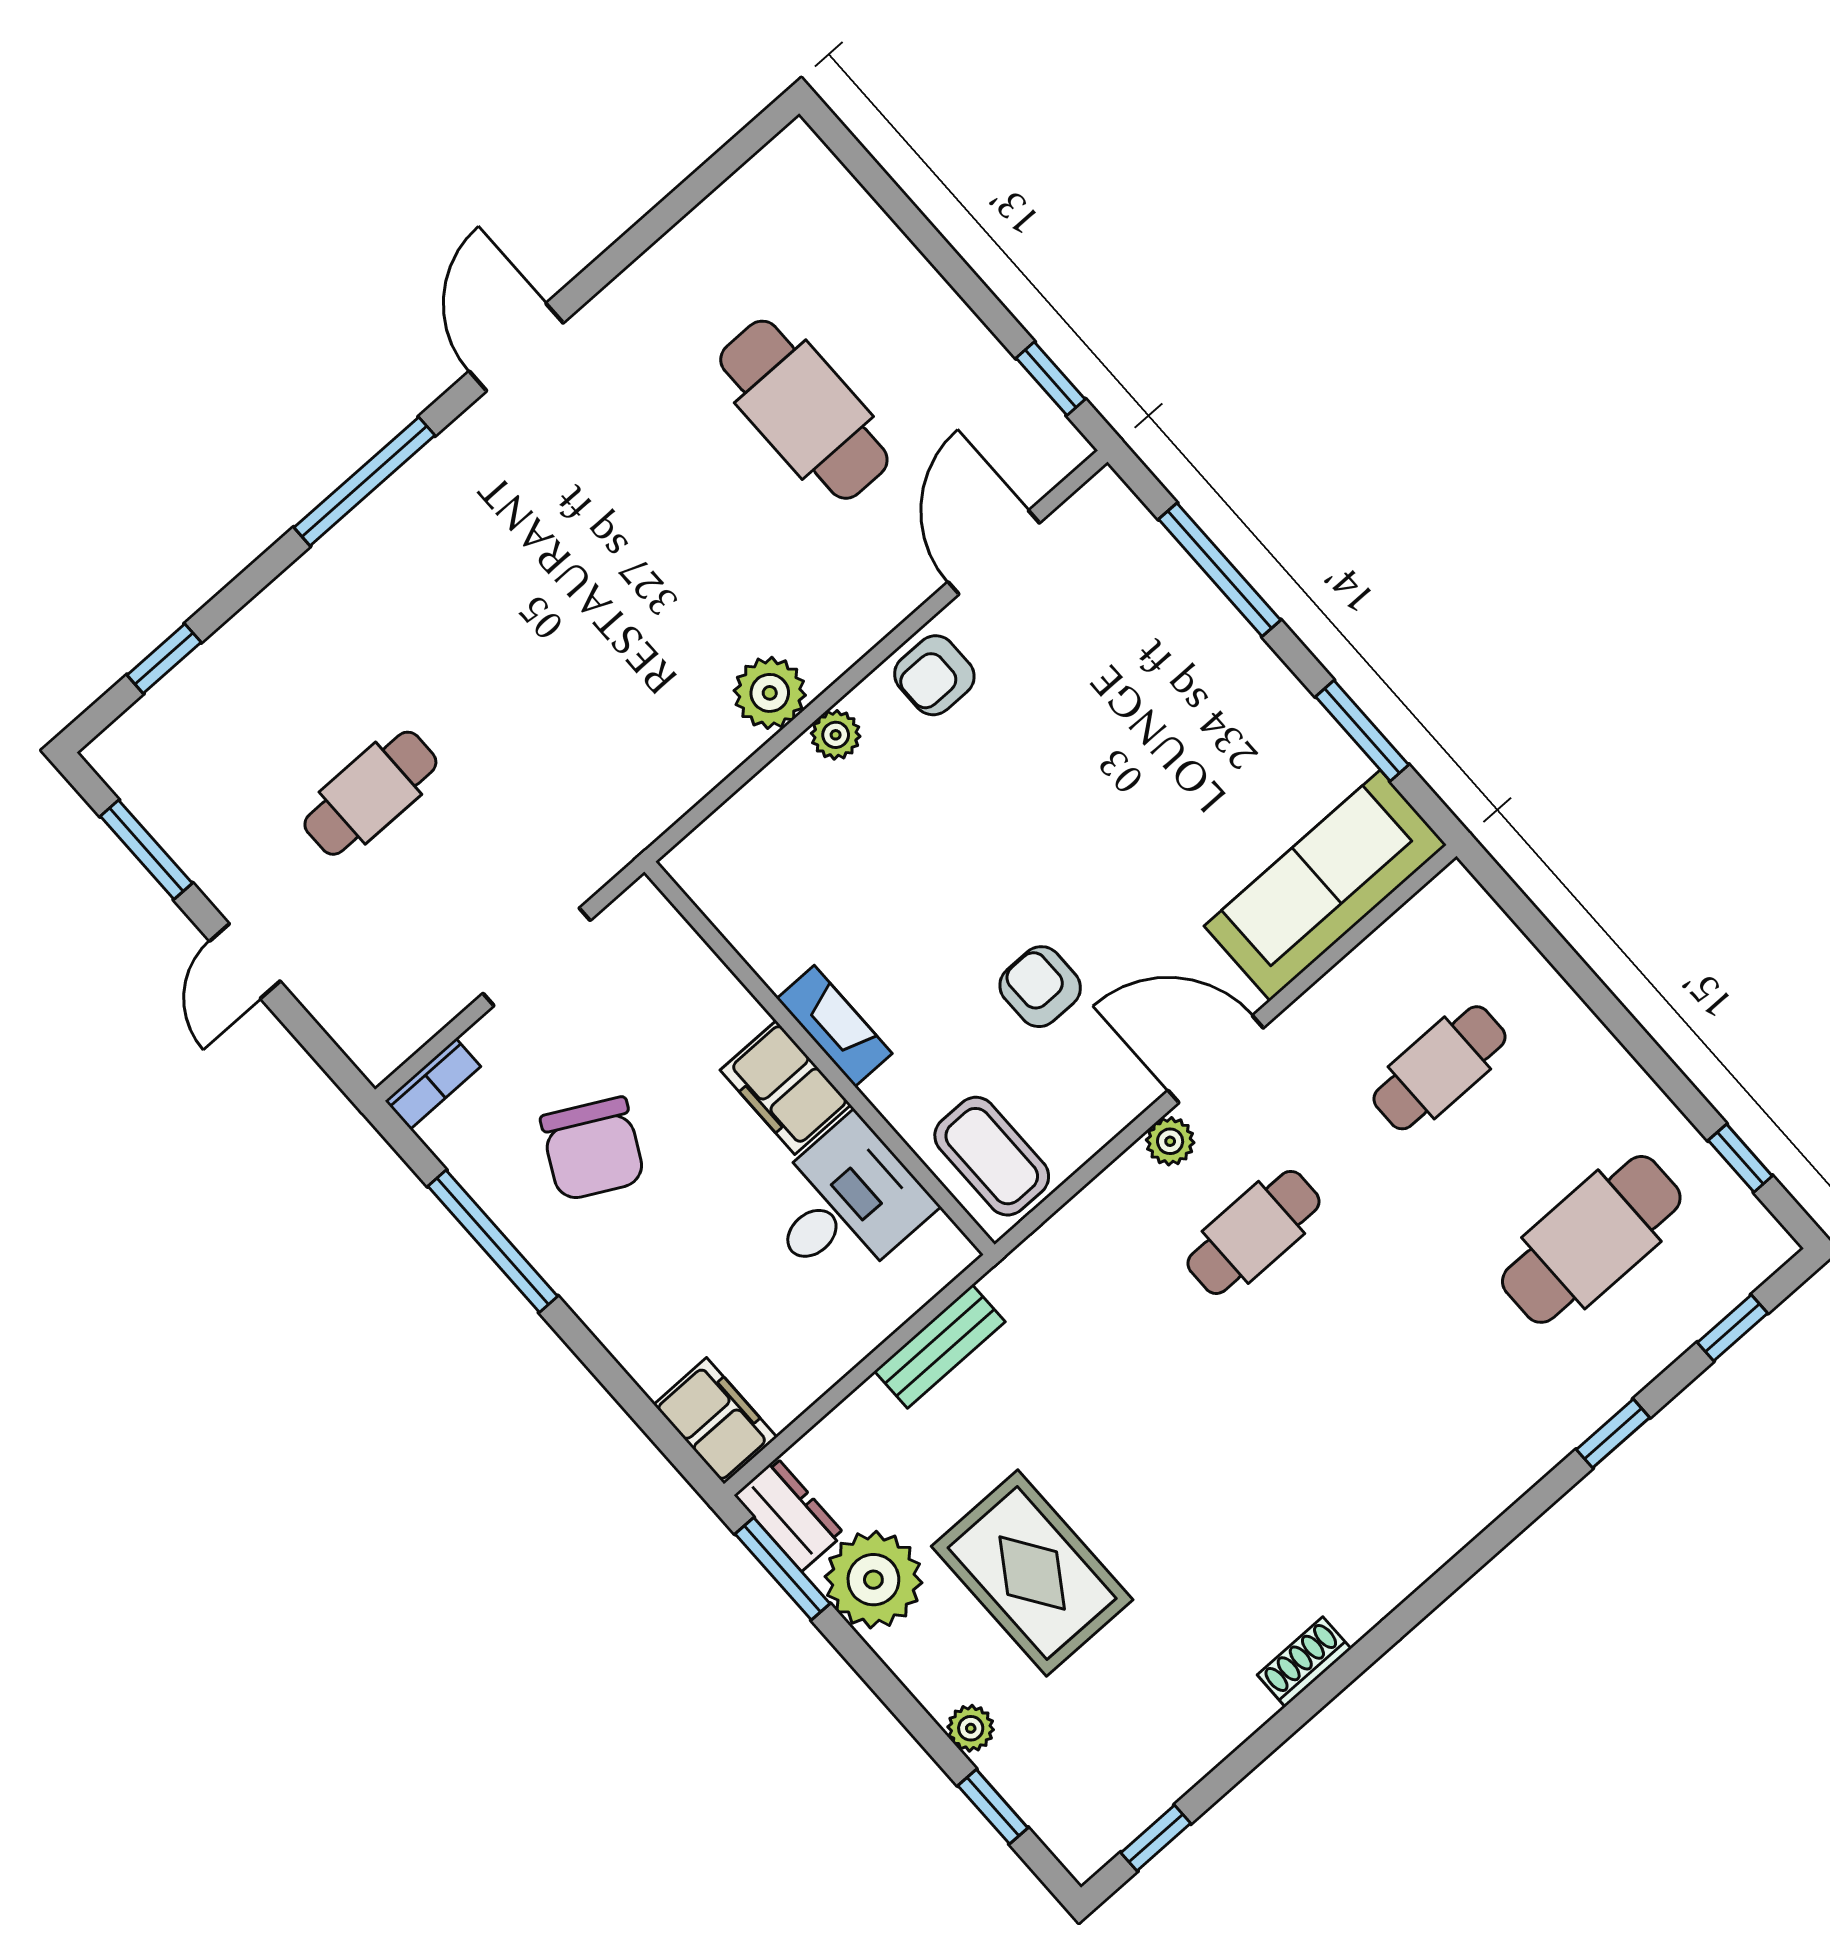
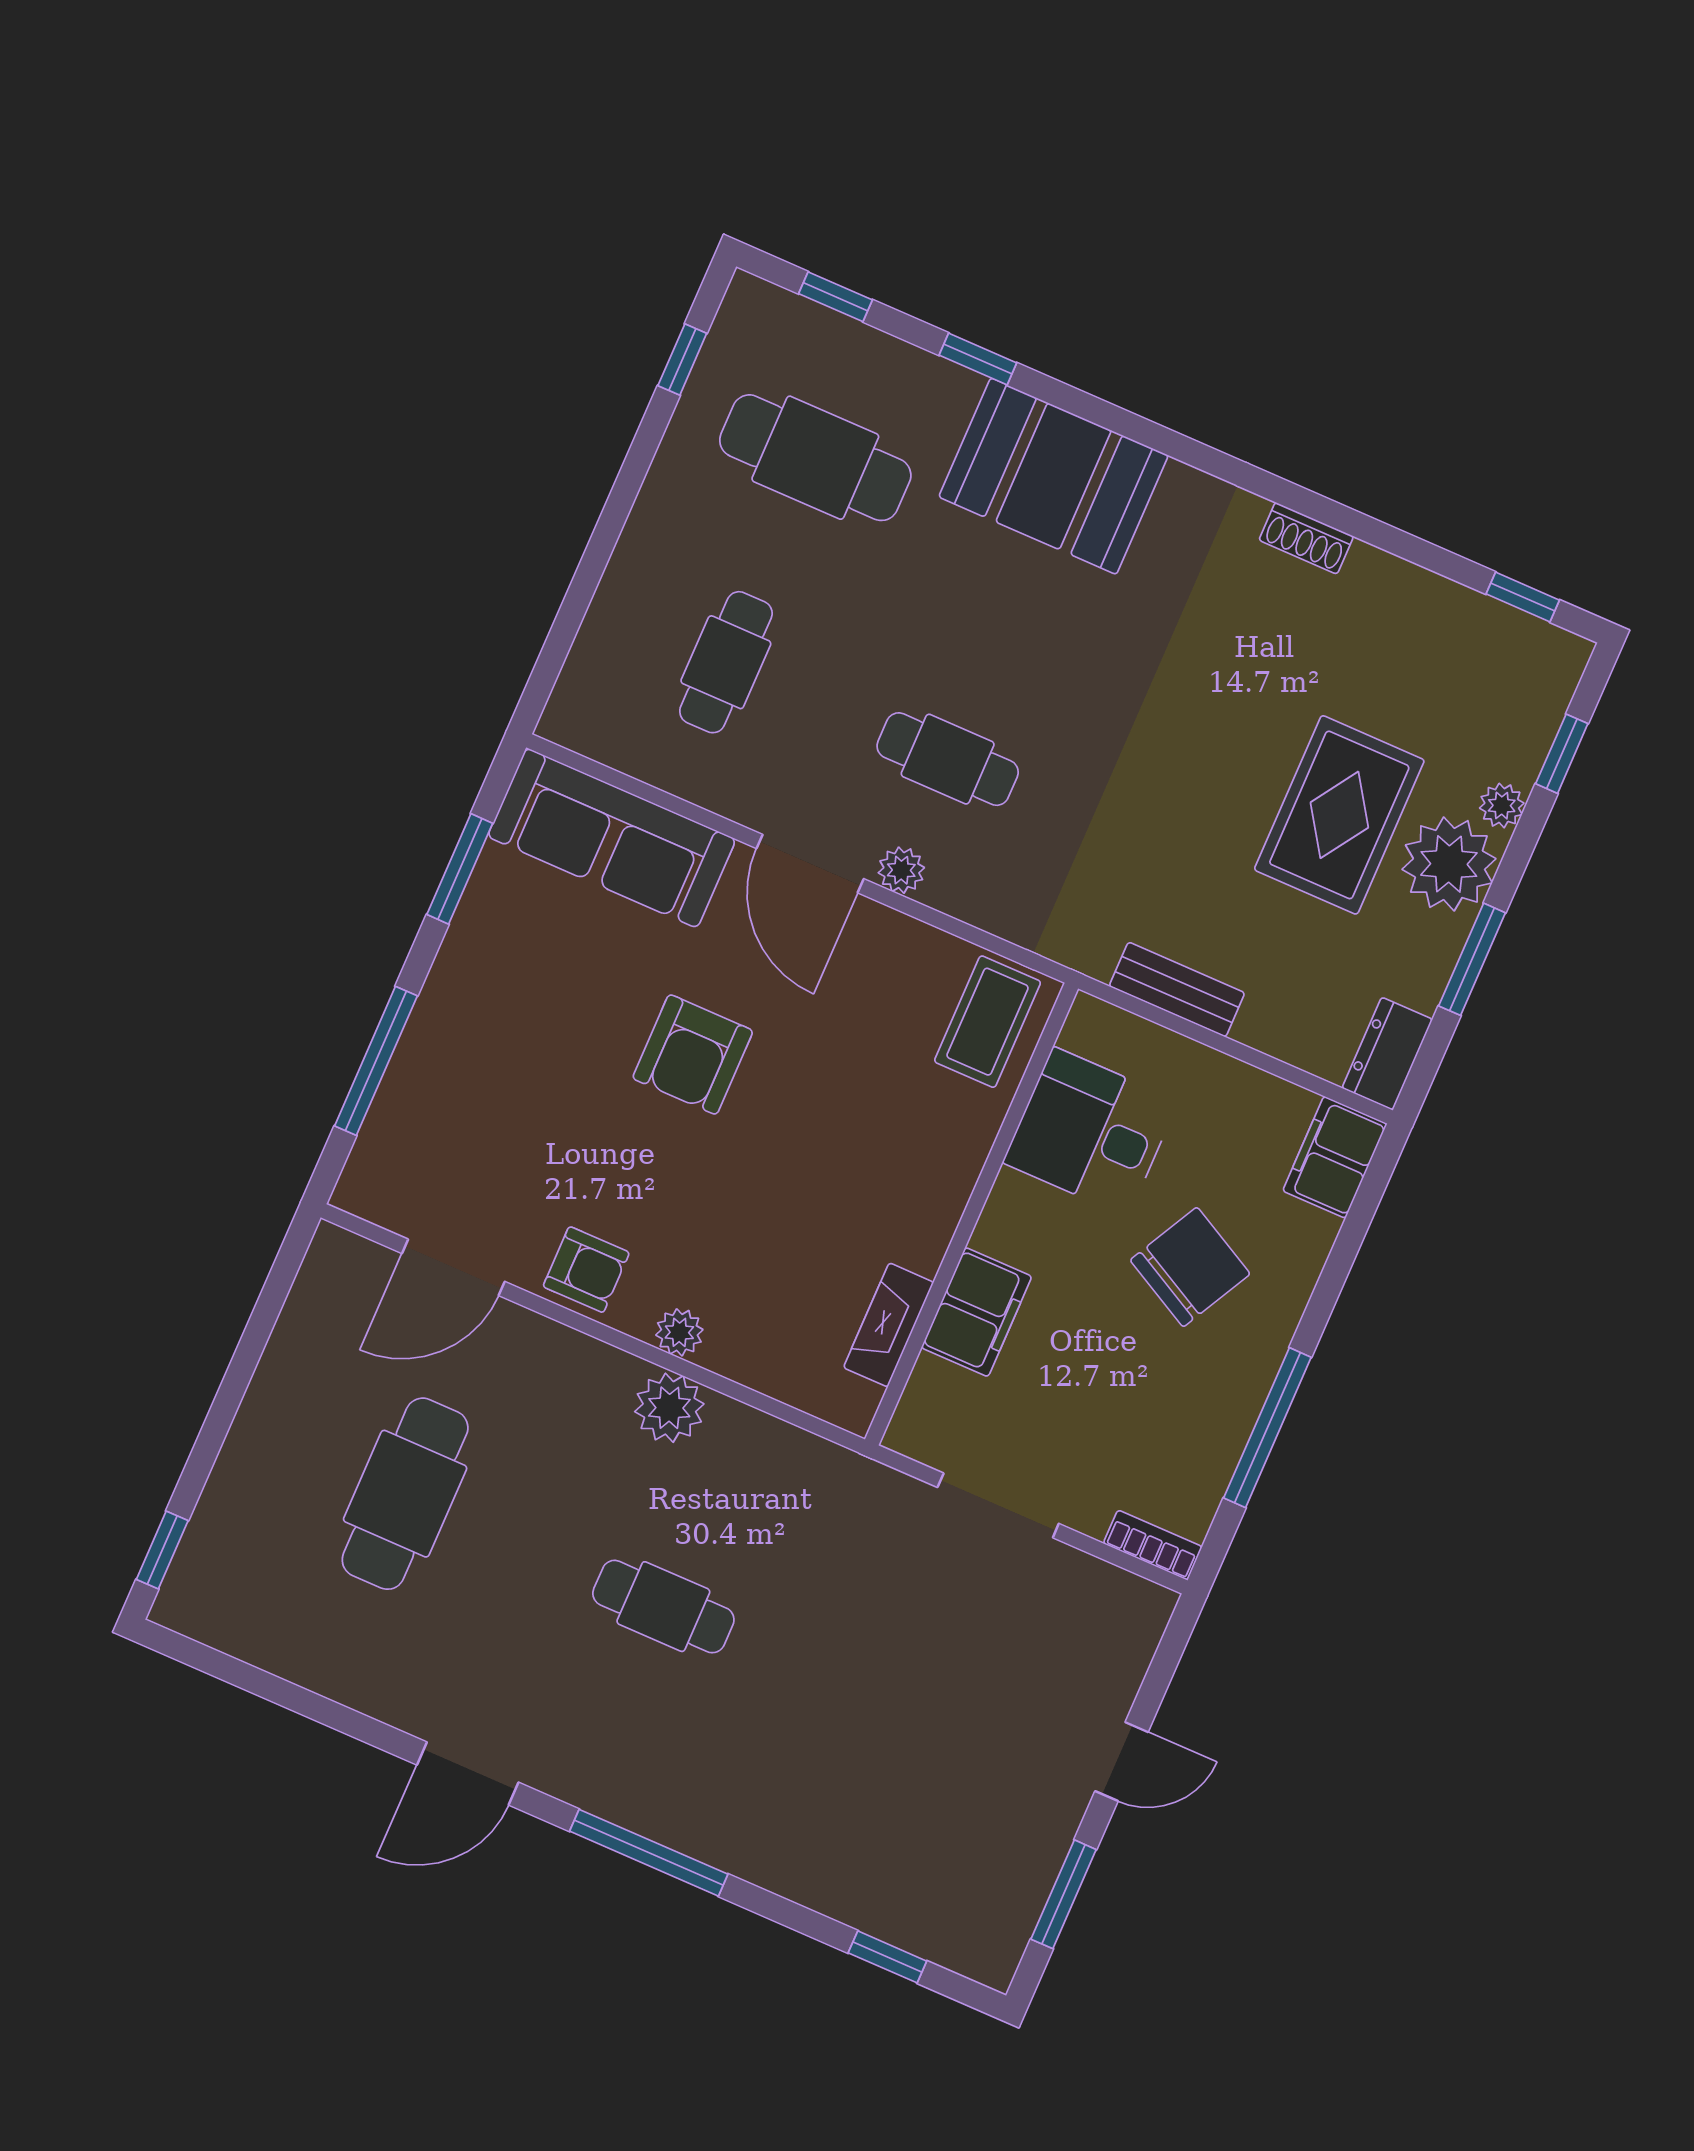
window: (1051, 379) -> (162, 1550), moved
cafe table: (370, 793) -> (663, 1607), moved
armchair: (1040, 987) -> (693, 1055), moved, width x1.38, depth x1.38
fireplace: (835, 1026) -> (889, 1325), moved
cafe table: (1439, 1068) -> (726, 662), turned 90
filing cabinet: (785, 1087) -> (977, 1312), moved
chair: (593, 1149) -> (1190, 1267), moved
booth: (1471, 1453) -> (1054, 476), added
window: (782, 1569) -> (1472, 959), moved
plant: (873, 1580) -> (1449, 864), moved

